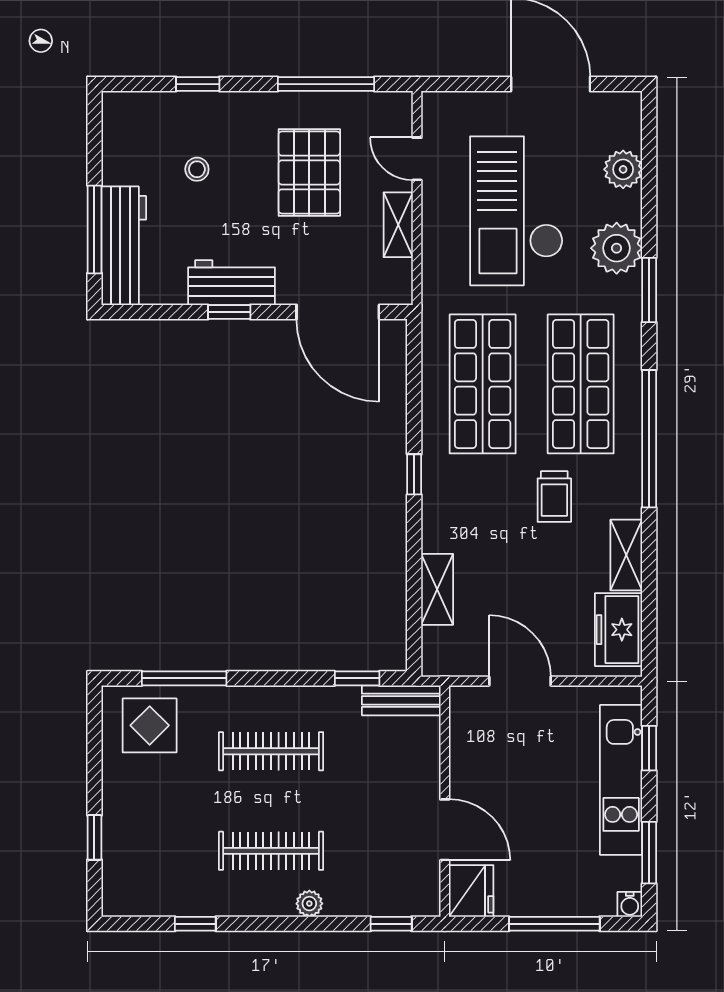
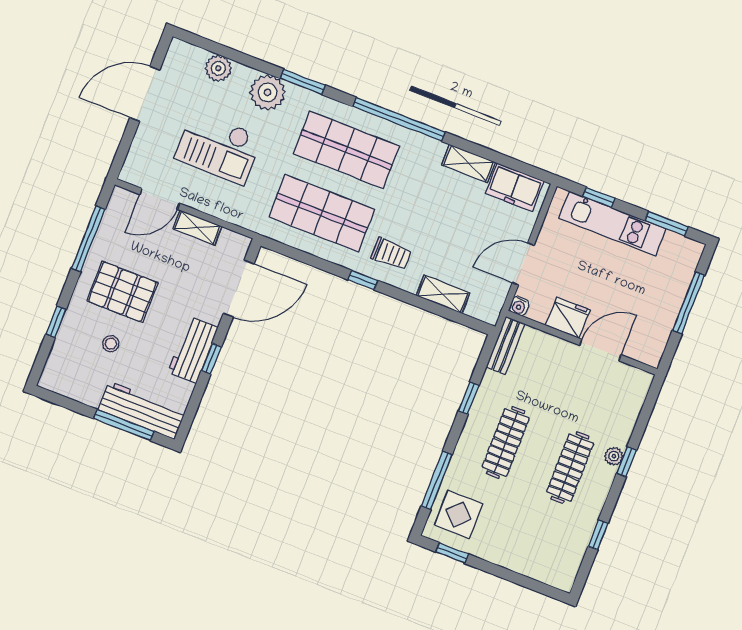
door: (417, 159) -> (160, 199), width x1.38
pallet: (309, 172) -> (122, 292), moved
checkout: (517, 211) -> (218, 148), width x0.73, depth x0.83
trolley: (554, 497) -> (391, 254), moved
window: (357, 678) -> (469, 398), moved
window: (94, 837) -> (452, 553), moved
fridge: (471, 891) -> (568, 318), moved
water cooler: (630, 904) -> (519, 306), moved, turned 90
window: (391, 924) -> (627, 462), moved

